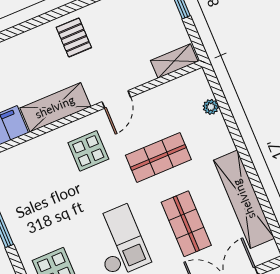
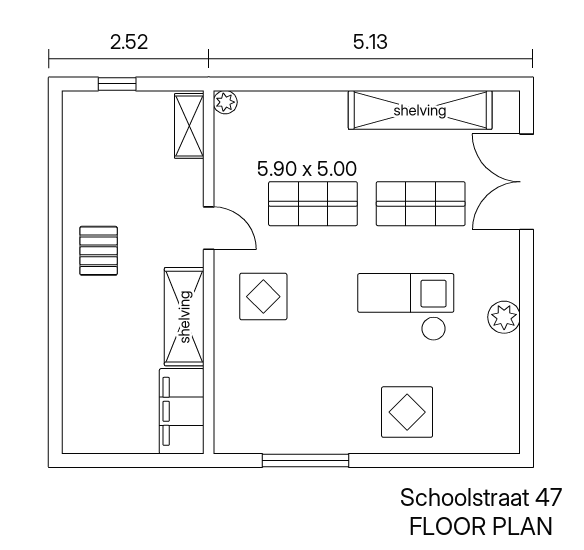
pallet: (74, 37) -> (99, 251), turned 90
plant: (211, 107) -> (225, 102), moved
shop shelf: (158, 157) -> (313, 204), turned 90

